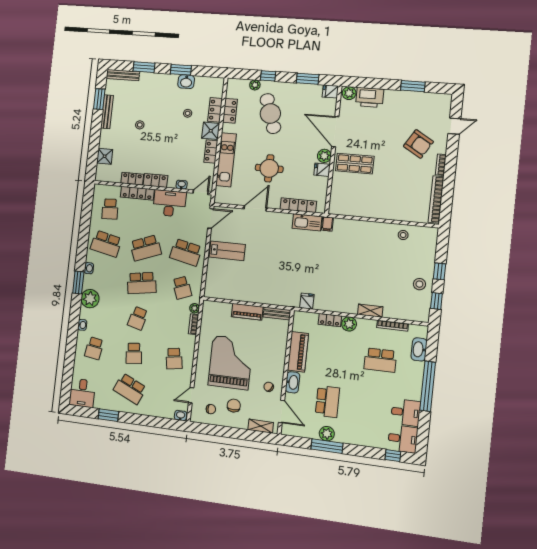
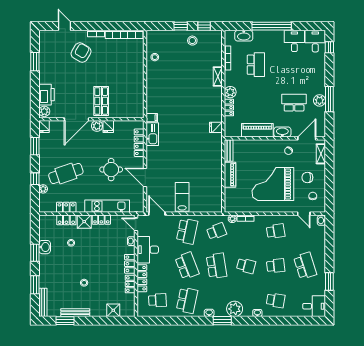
school desk: (130, 389) -> (305, 266), turned -42

